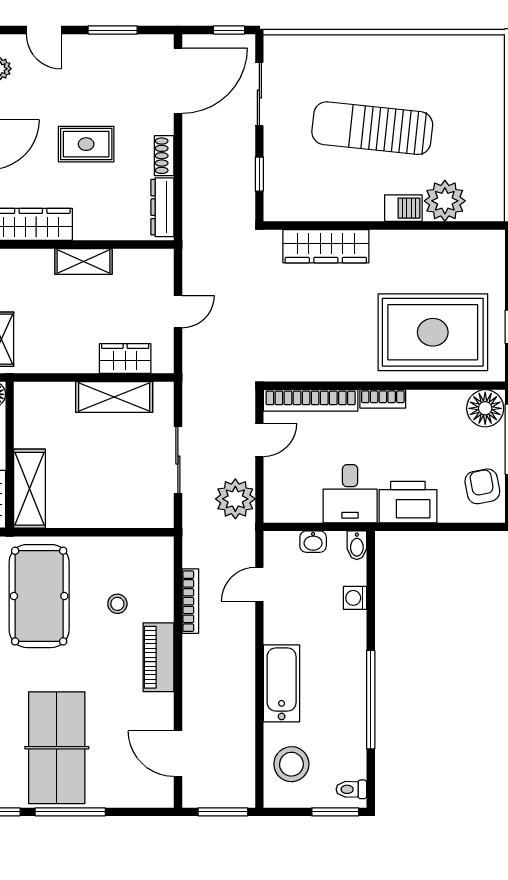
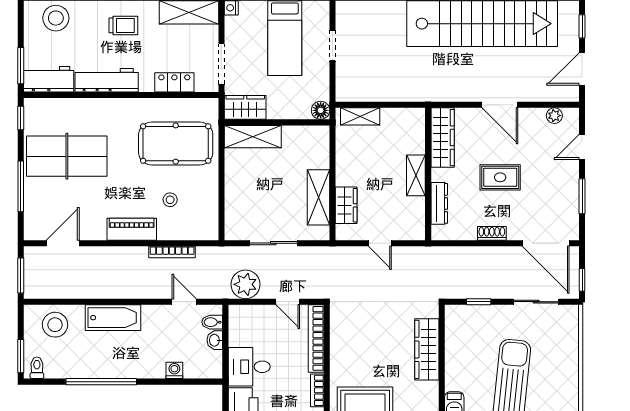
rug: (86, 144) -> (500, 177), turned 90
dresser: (162, 207) -> (439, 203), moved, turned 90
bidet: (357, 545) -> (212, 322), moved
window: (70, 812) -> (21, 186), moved

